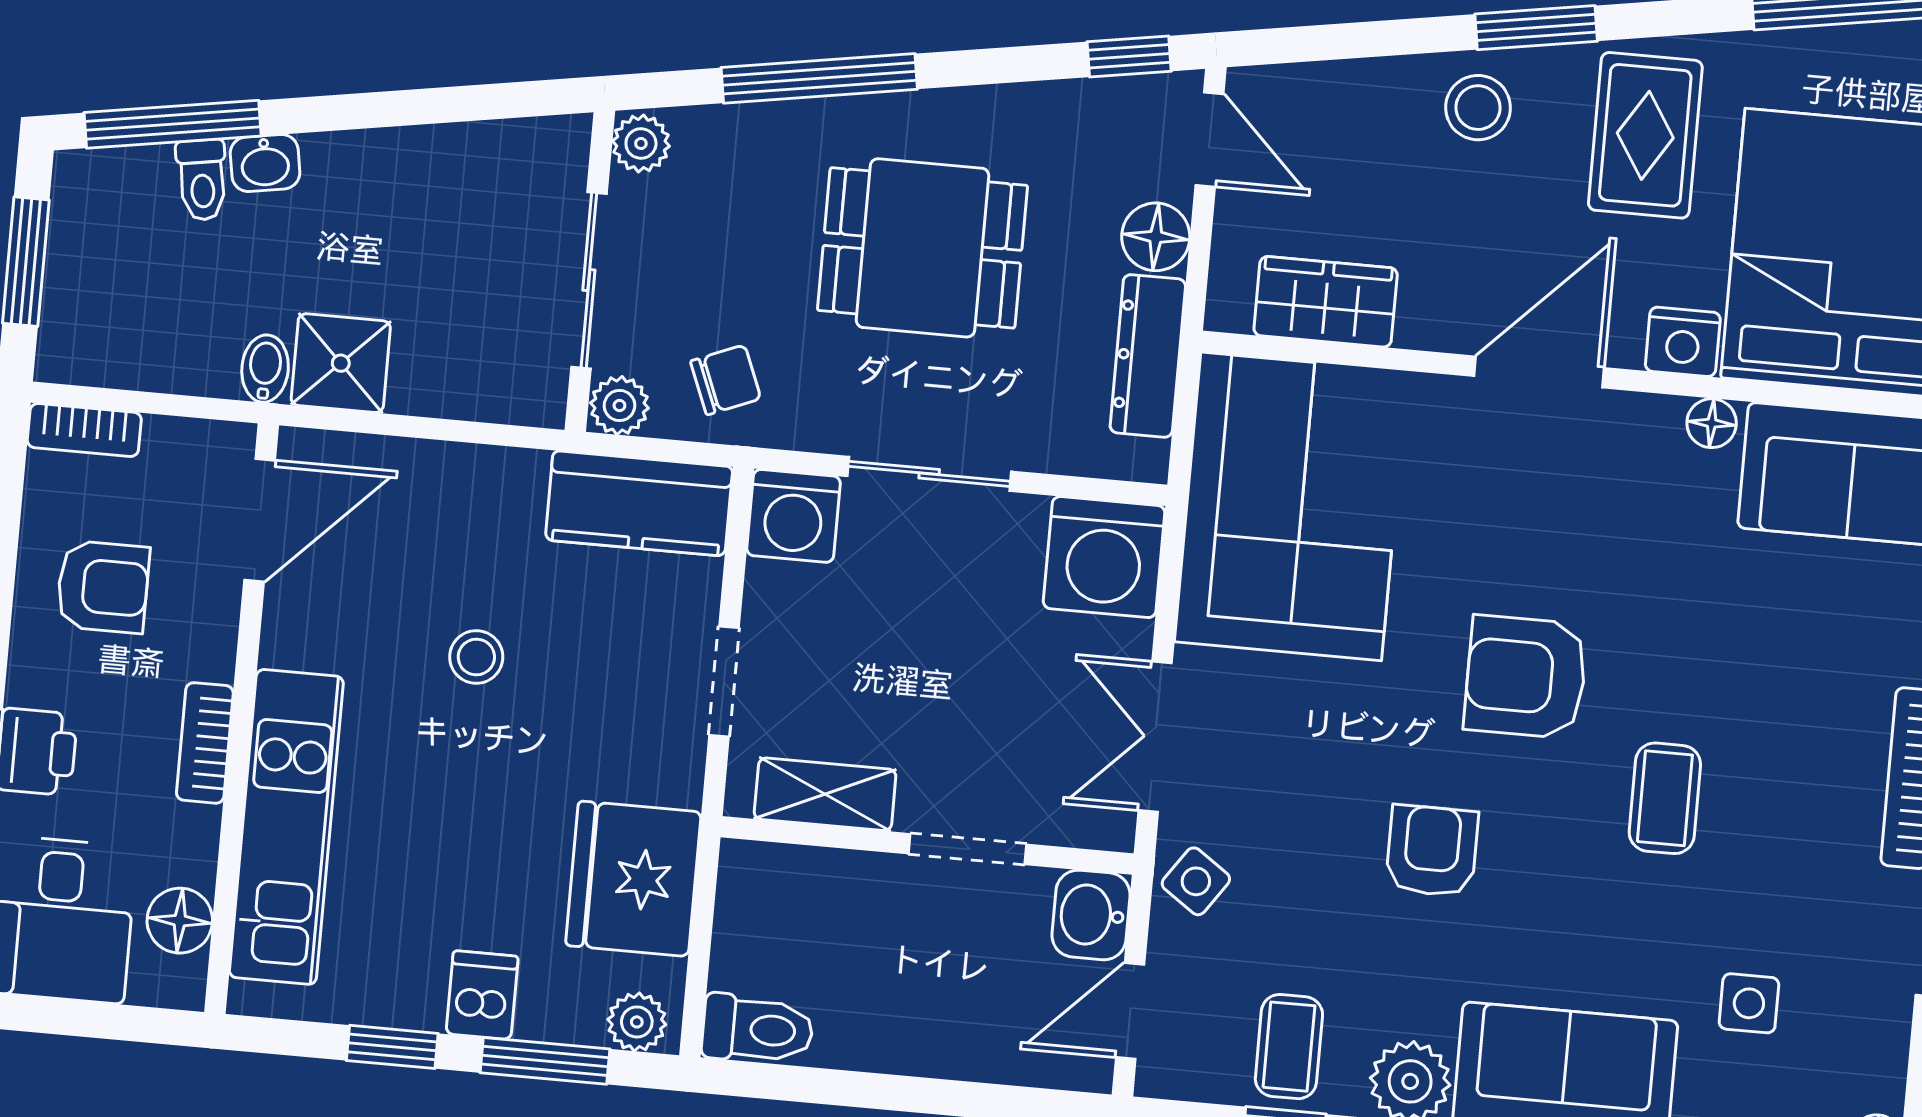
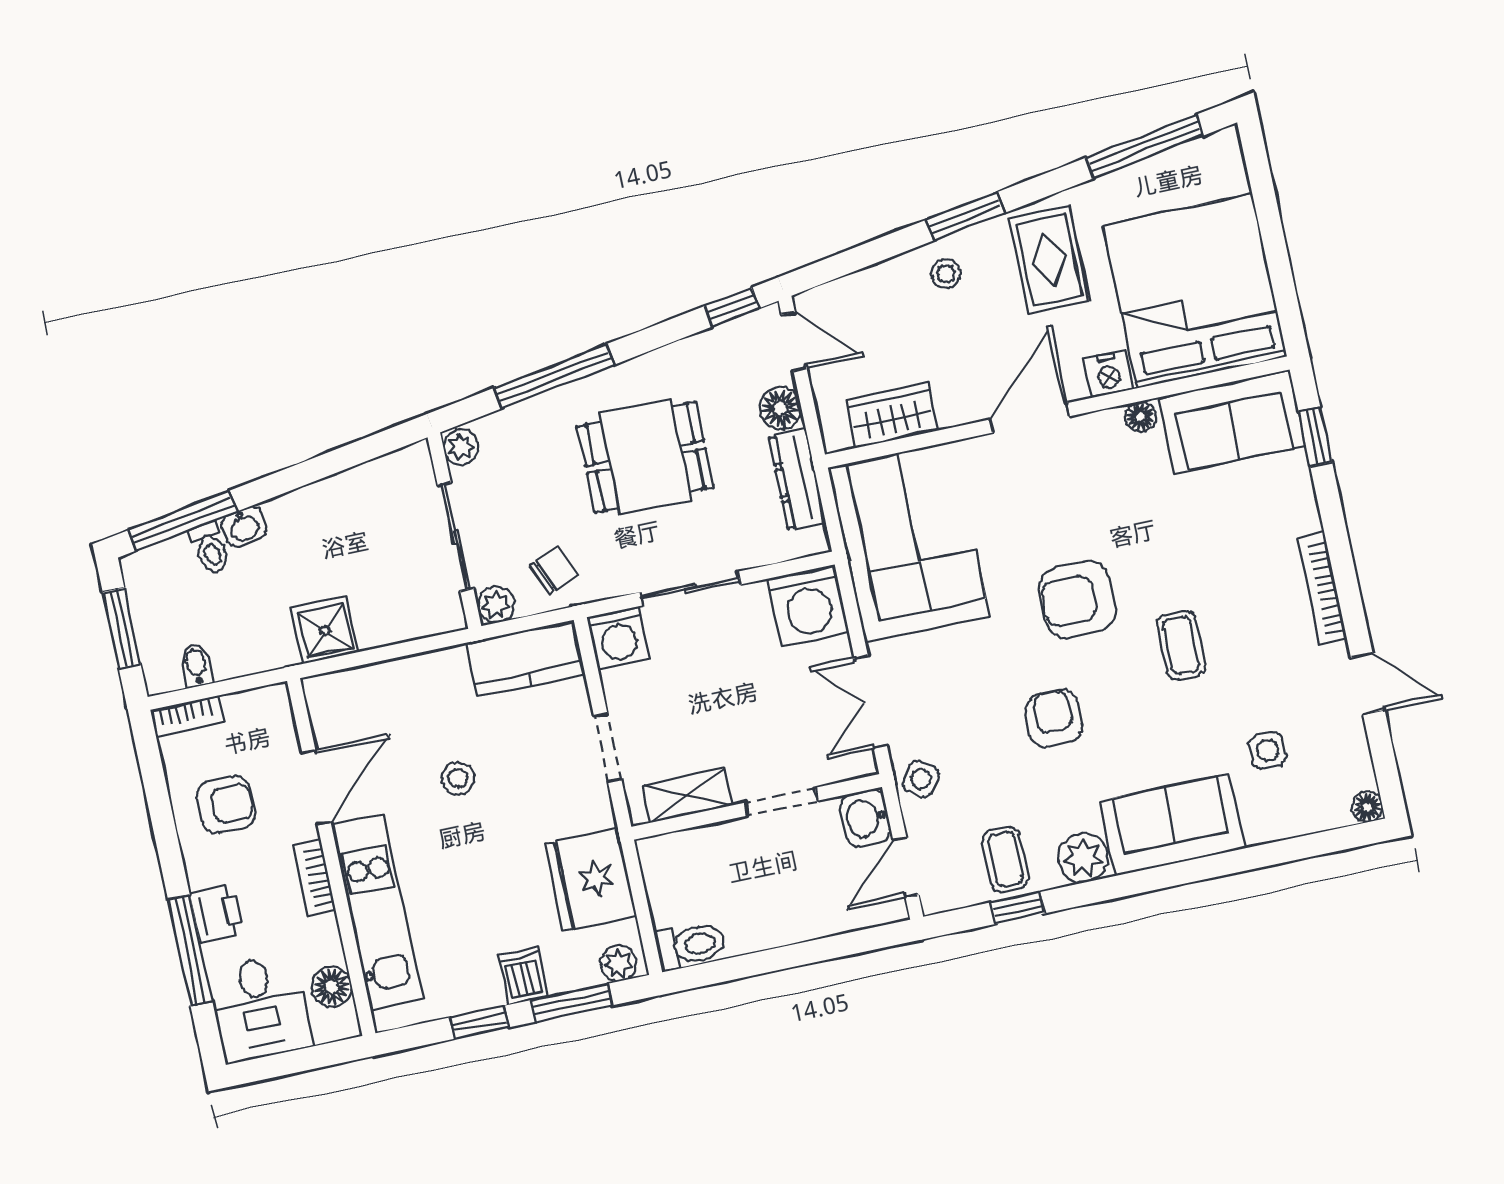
stool: (1478, 108) -> (946, 274), width x0.73, depth x0.73
bidet: (265, 369) -> (196, 665), moved
door: (260, 520) -> (316, 788), moved

